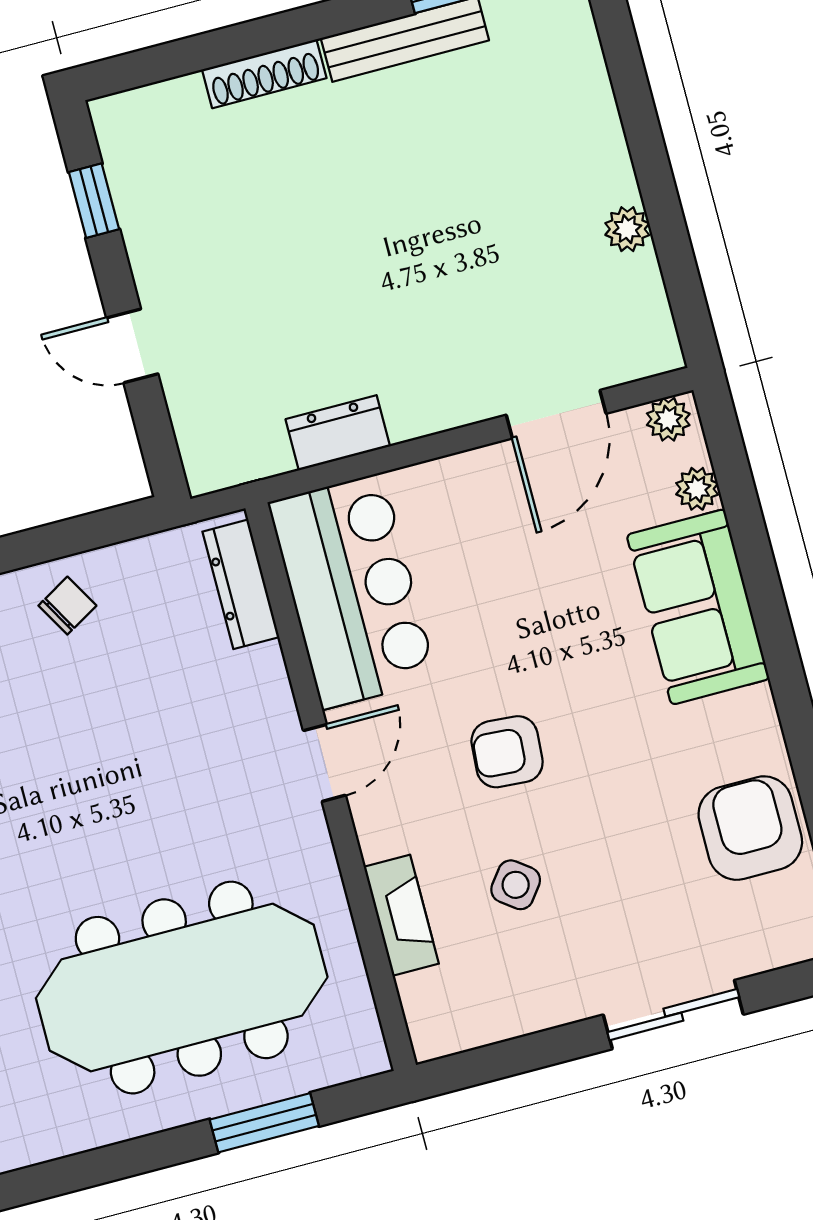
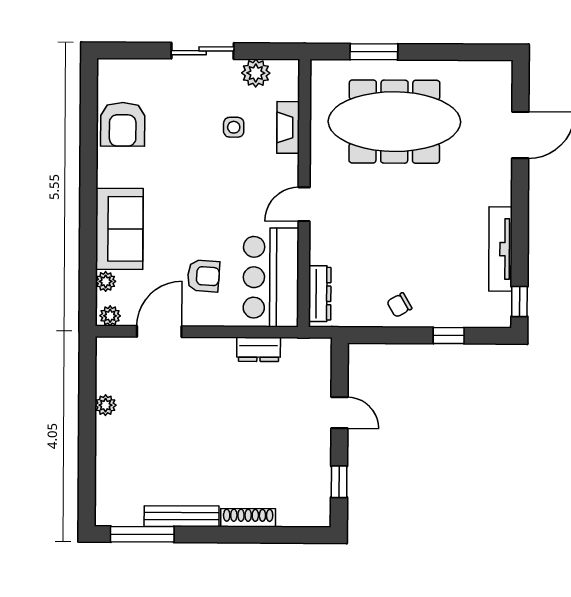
armchair: (507, 752) -> (204, 276), moved
side table: (516, 885) -> (234, 127), turned -37
plant: (500, 1011) -> (256, 73), added
sliding door: (673, 1015) -> (203, 51), moved

